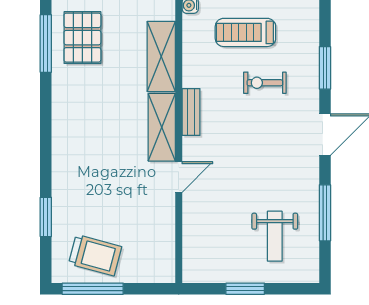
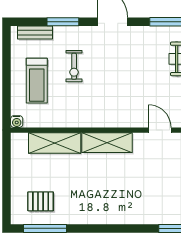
pallet: (82, 38) -> (41, 201), width x0.67, depth x0.71
bench: (191, 112) -> (35, 32), moved
door: (179, 177) -> (160, 130), moved

